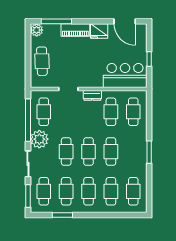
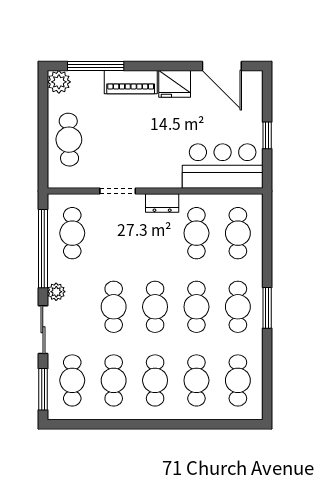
plant: (39, 139) -> (56, 292), width x0.53, depth x0.53
cafe table: (133, 152) -> (238, 307), added
window: (62, 215) -> (107, 424), removed

